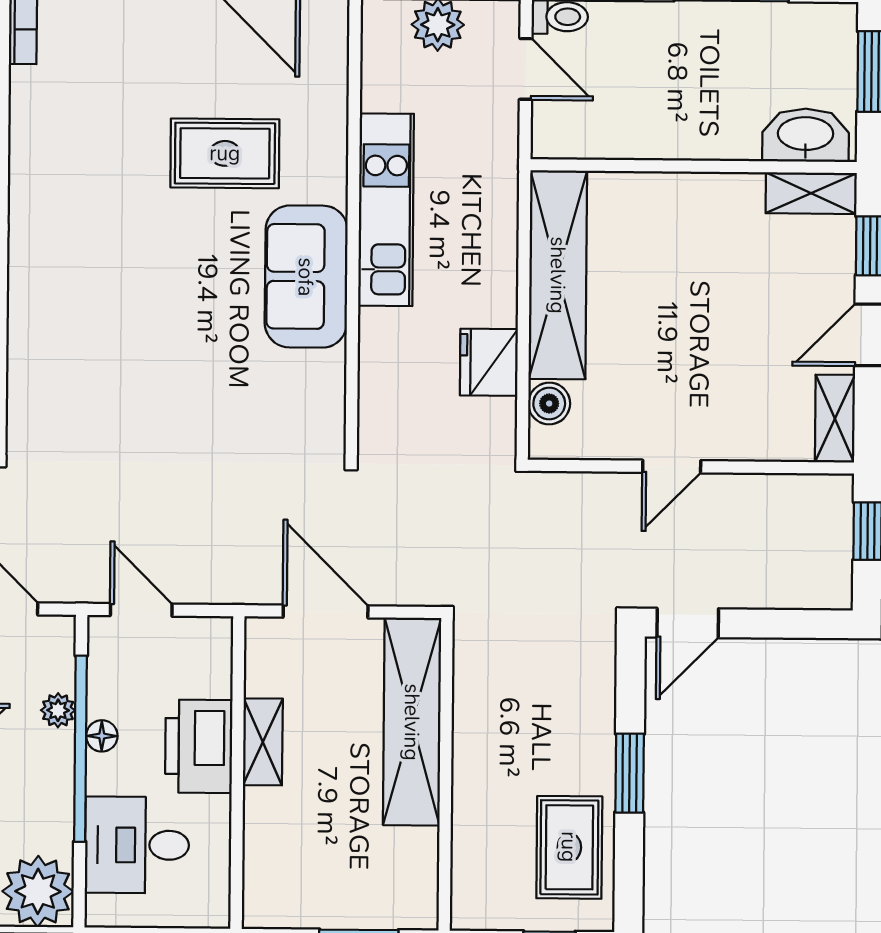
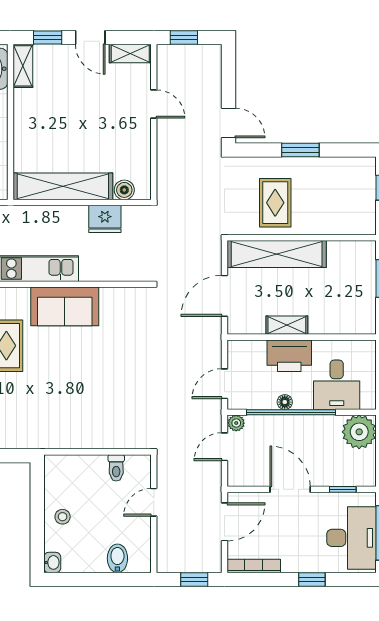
door: (672, 467) -> (154, 104), moved
plant: (58, 710) -> (236, 423), moved
rug: (569, 847) -> (275, 203), moved, turned 90

